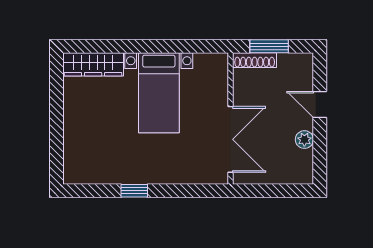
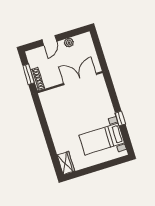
wardrobe: (93, 64) -> (66, 163), width x0.67
bed with nightstands: (159, 93) -> (102, 139), moved, turned 180

